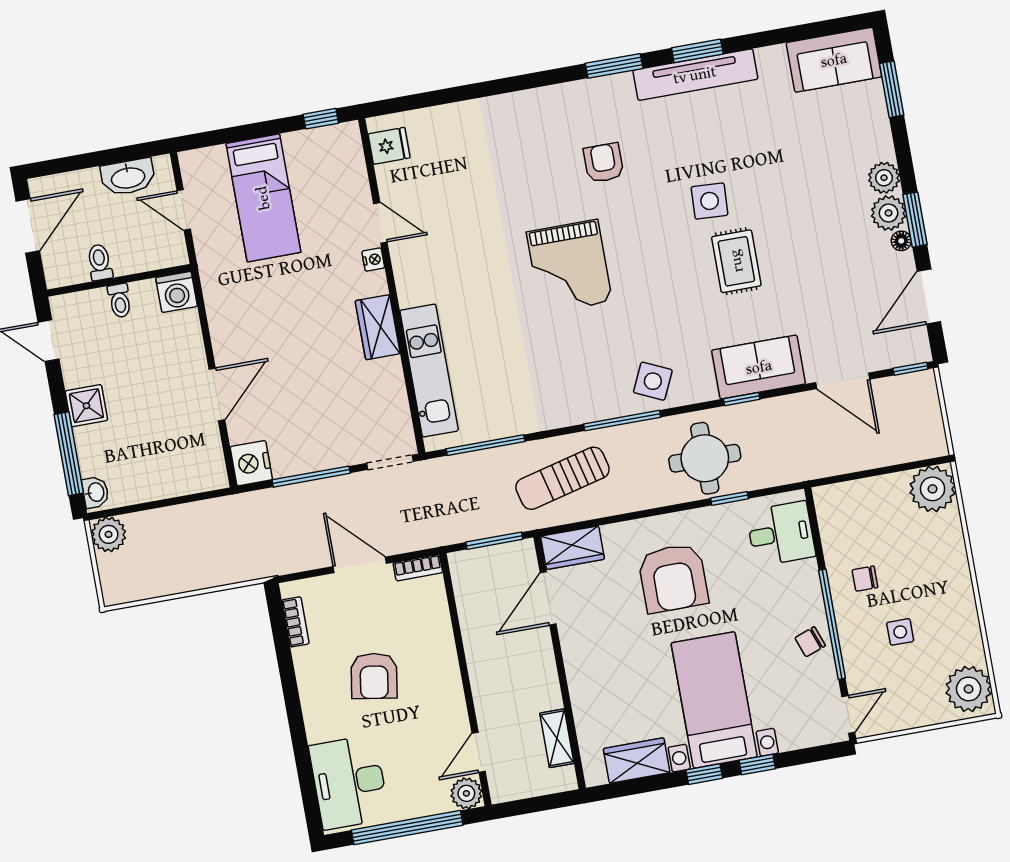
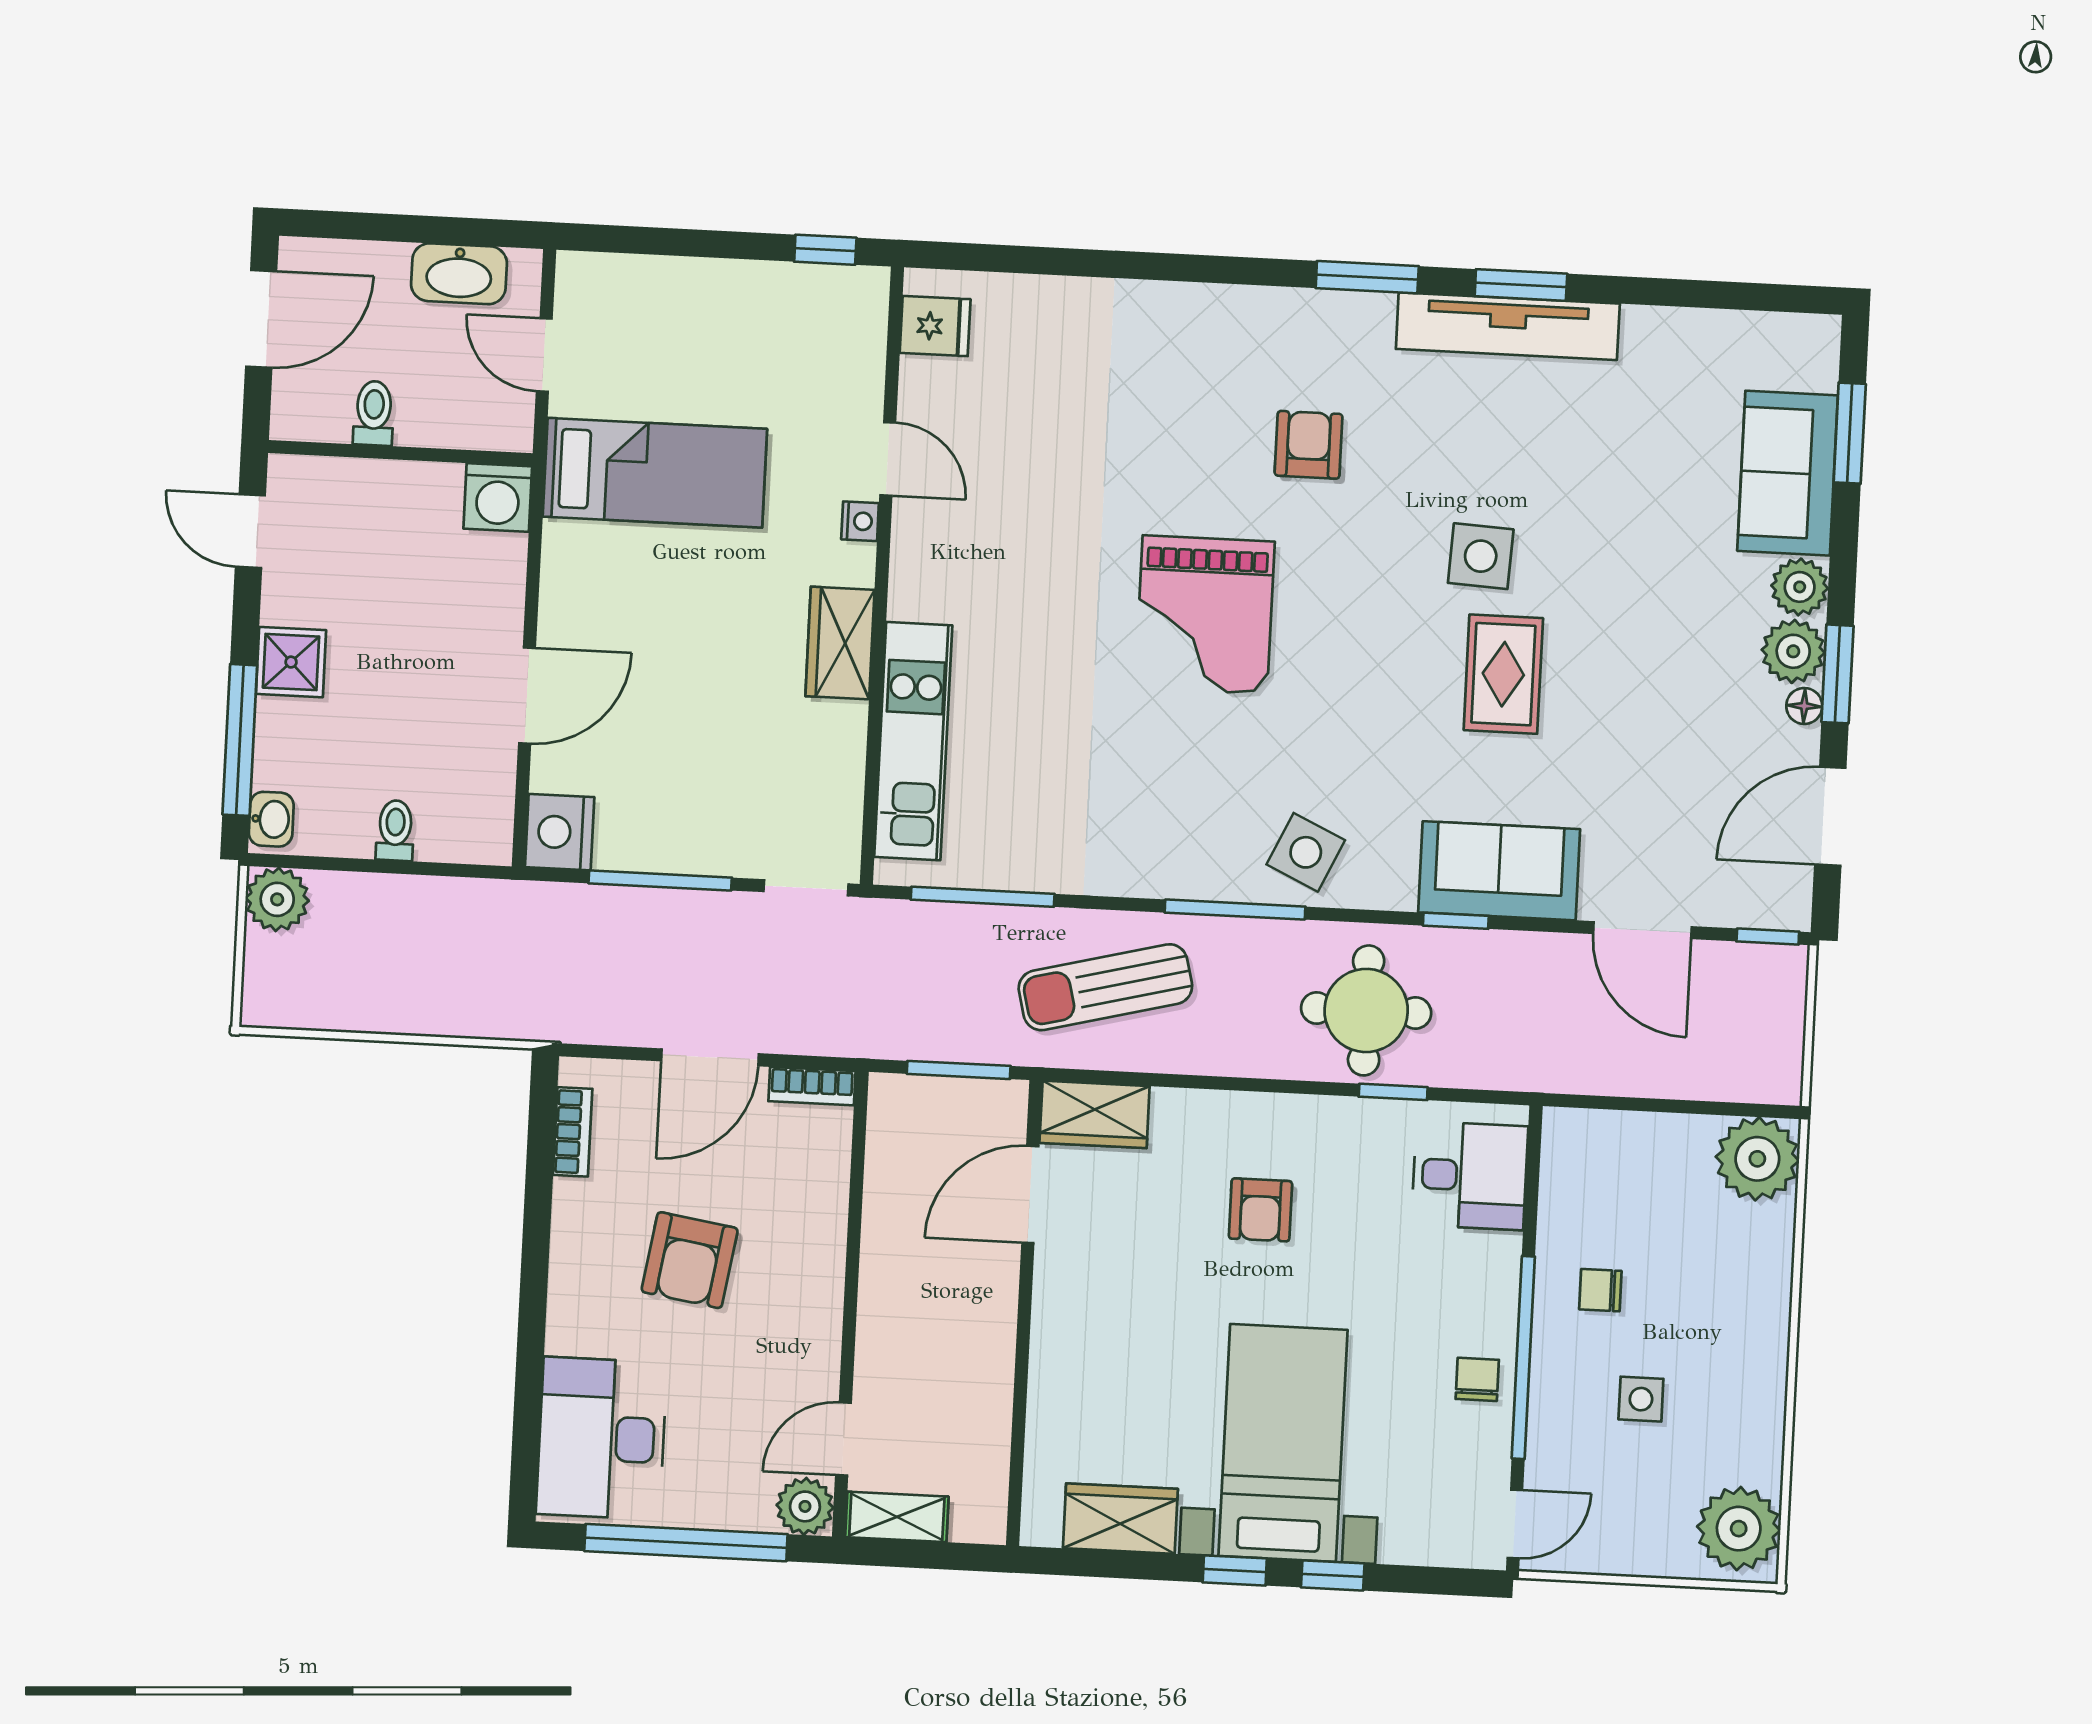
sofa: (834, 60) -> (1788, 473), moved, turned 90
bed: (263, 198) -> (655, 473), moved, turned -90
toilet: (120, 301) -> (395, 830), moved, turned 180
door: (360, 565) -> (710, 1057), swing flipped
armchair: (673, 578) -> (1260, 1210), width x0.53, depth x0.53
chair: (810, 642) -> (1477, 1379), turned 110
shelving: (557, 738) -> (897, 1517), moved, turned 90

